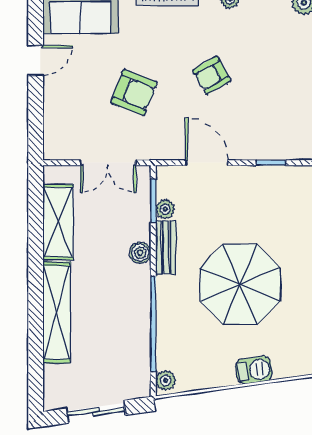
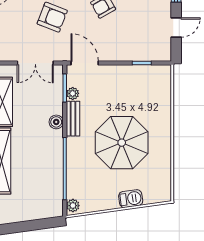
door: (207, 163) -> (85, 63), moved
sliding door: (96, 412) -> (27, 226), removed

